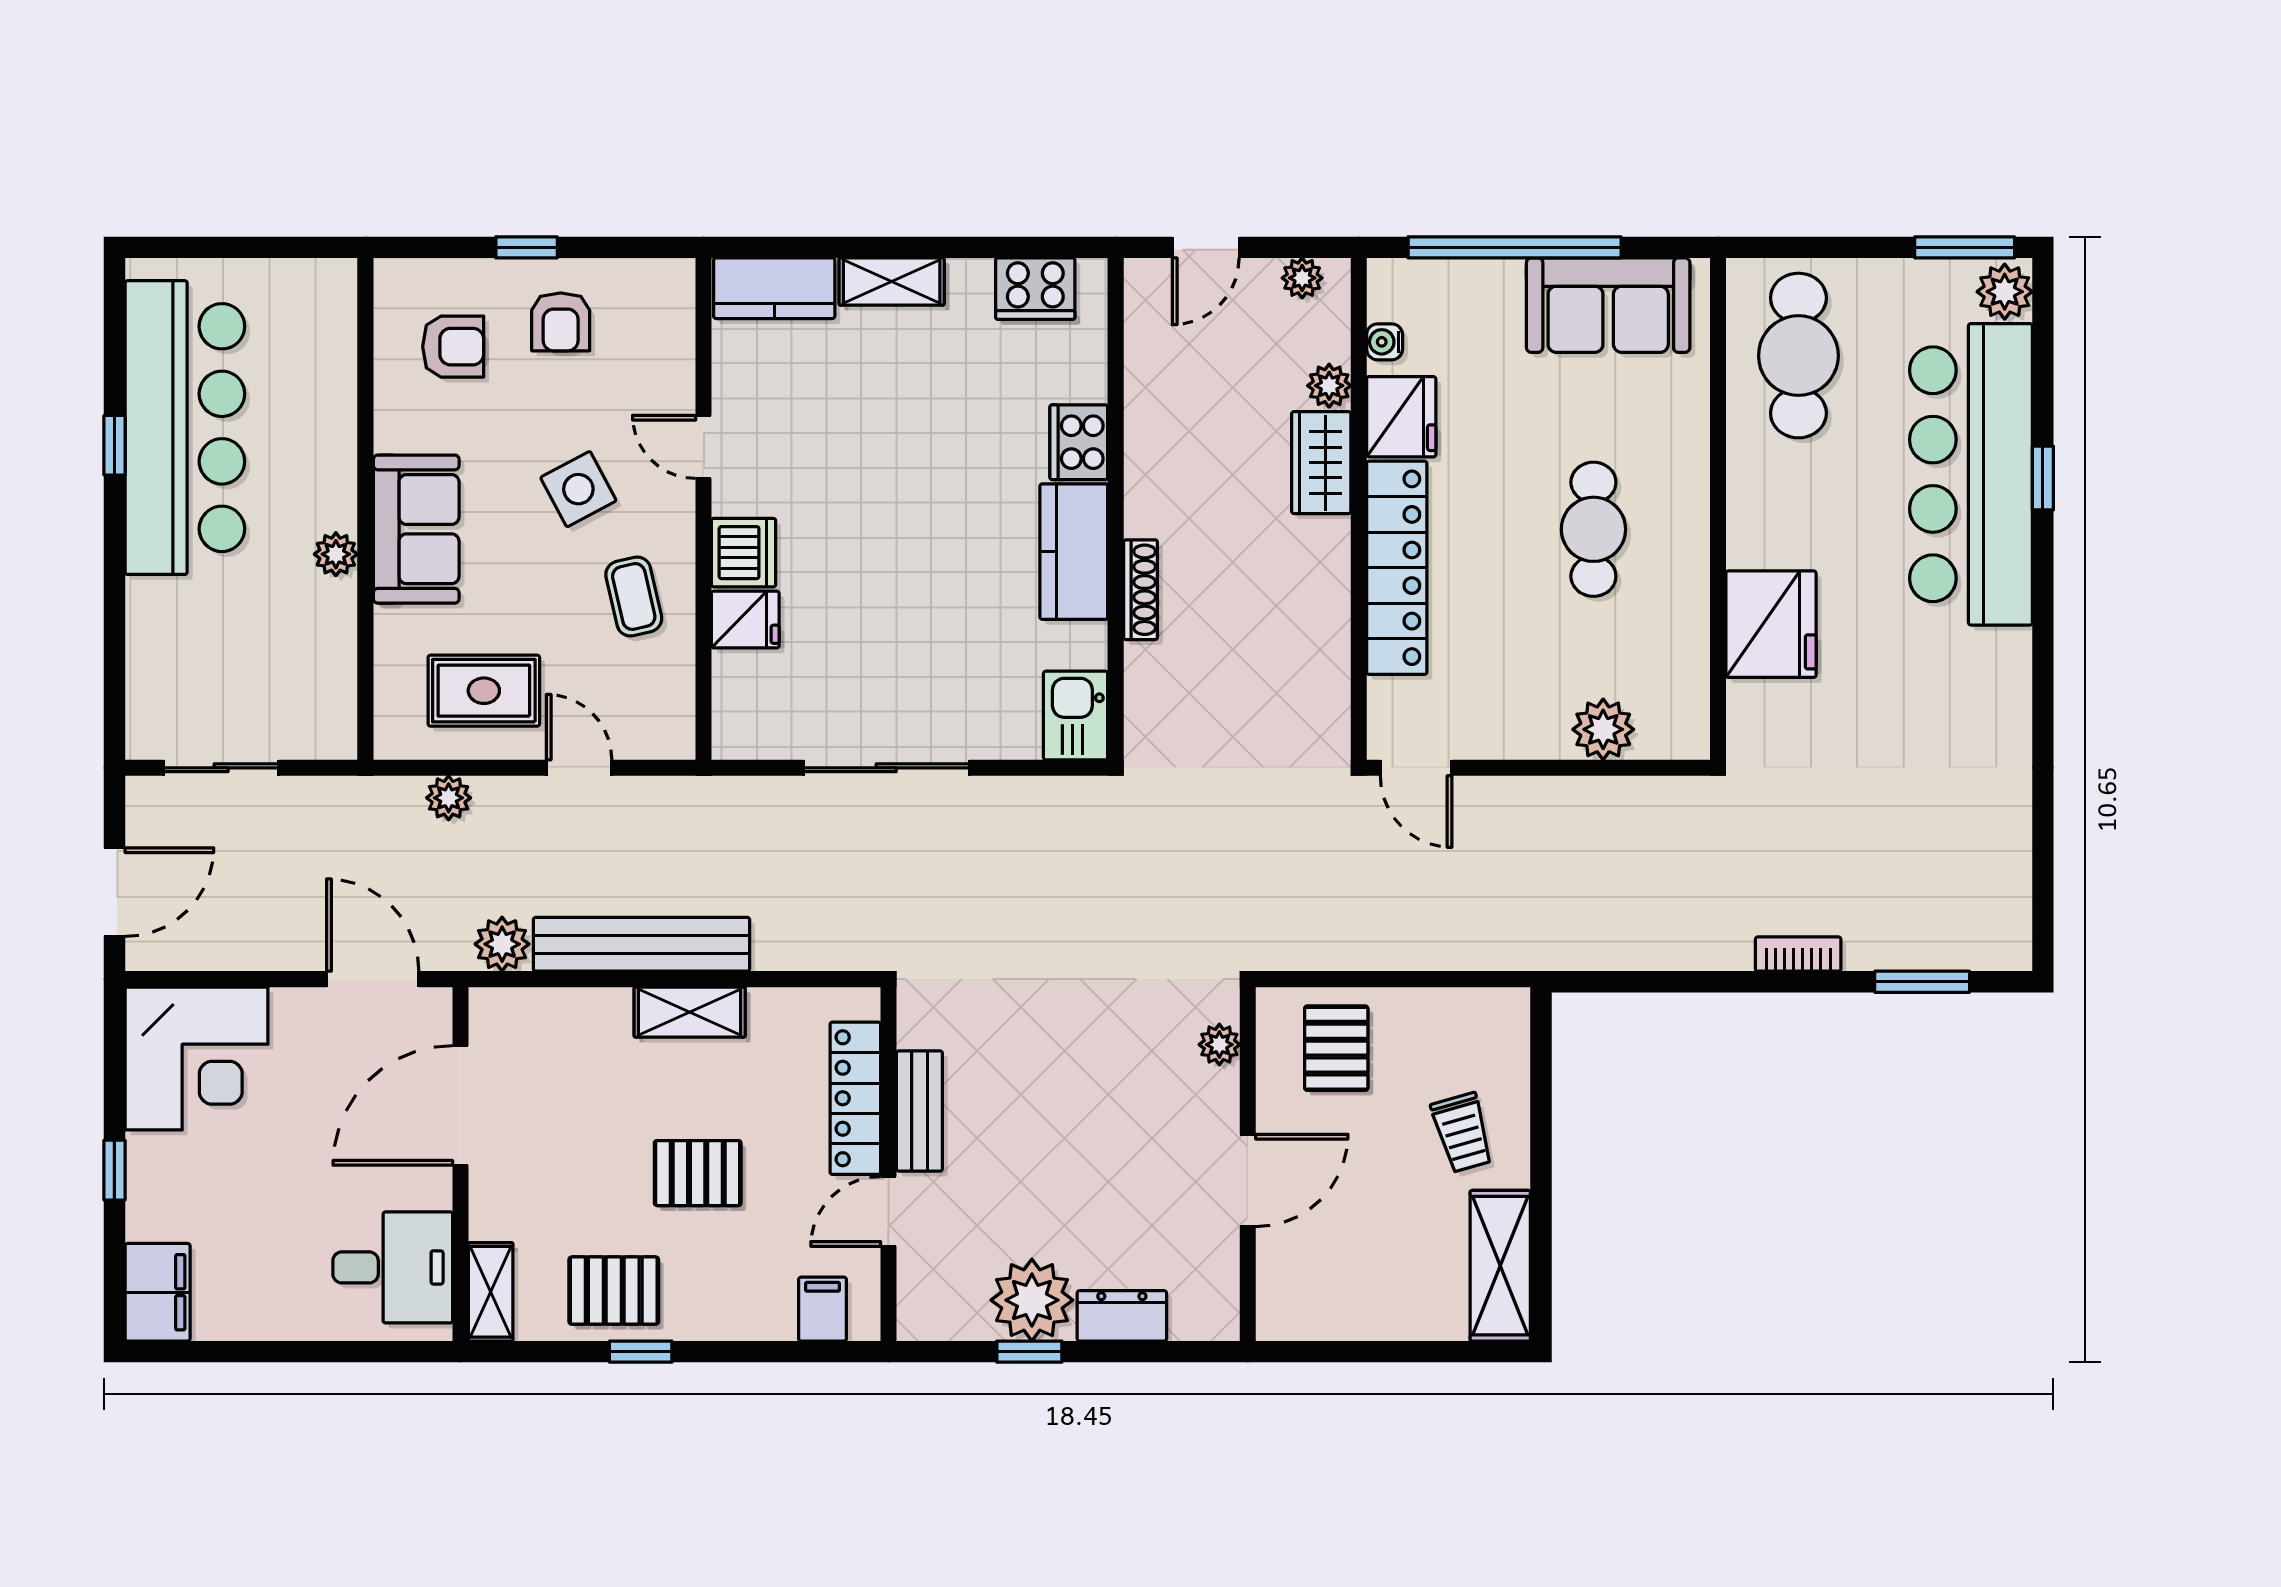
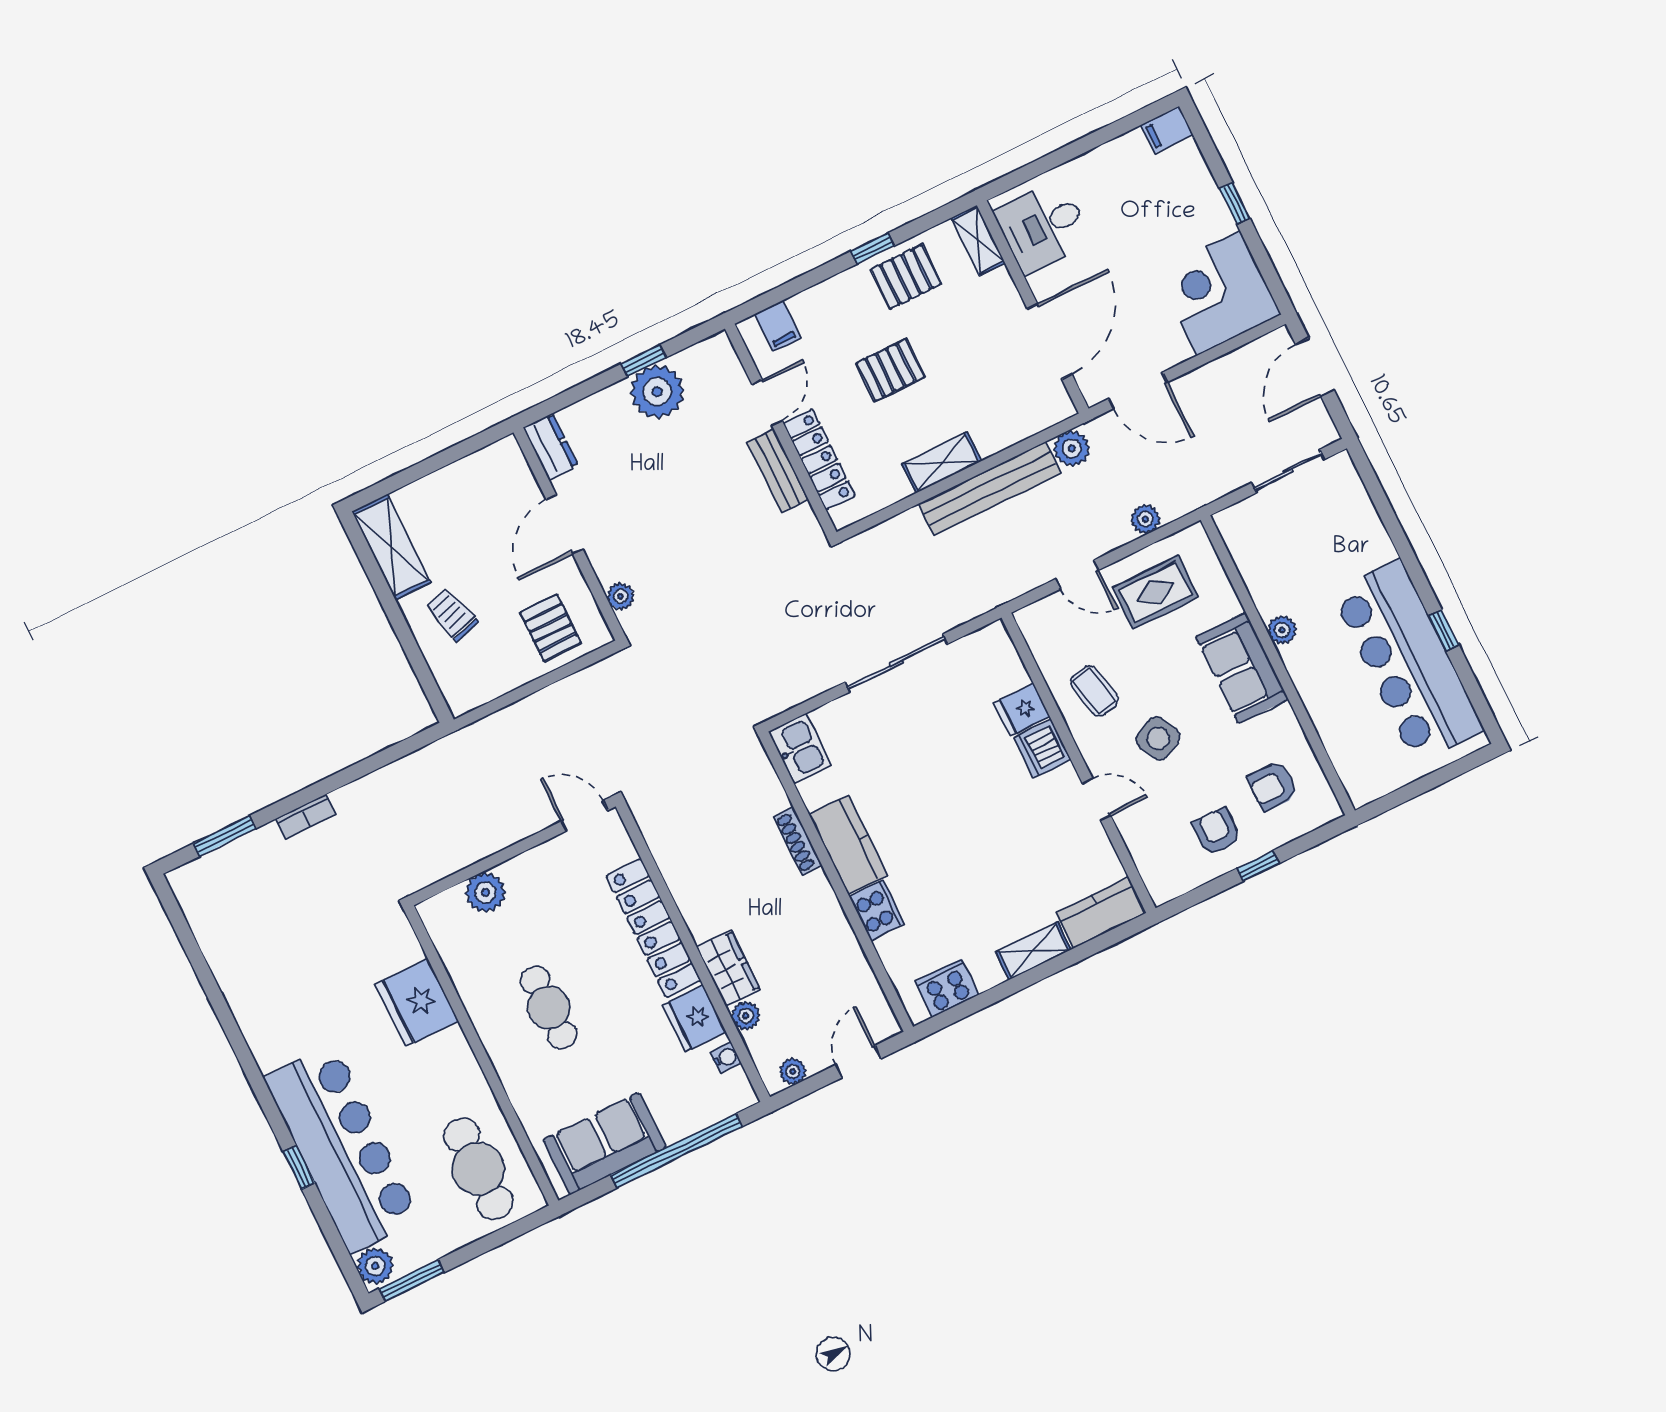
filing cabinet: (158, 1292) -> (1167, 130), width x0.50
dresser: (1122, 1316) -> (551, 447), moved, turned -90

